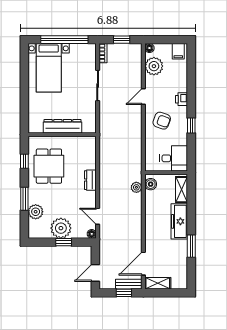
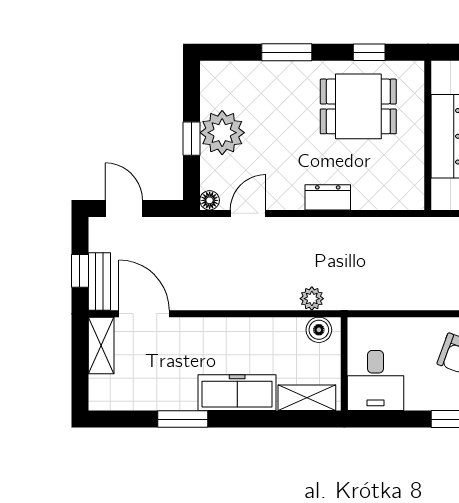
plant: (36, 212) -> (258, 77), removed

